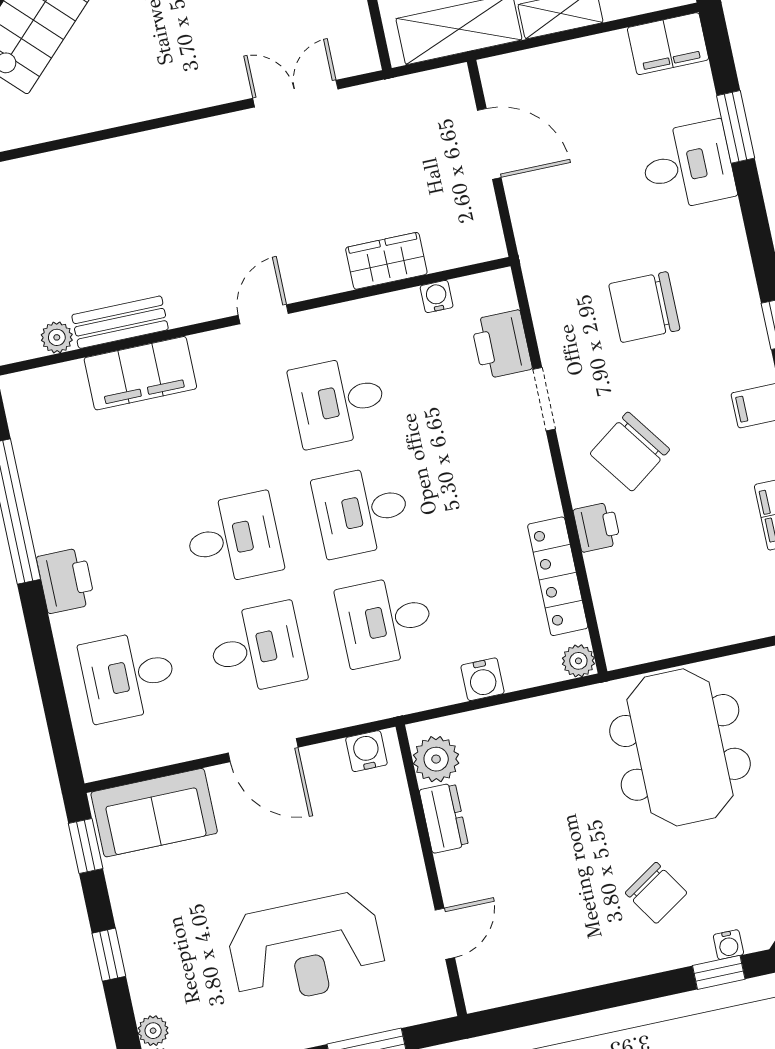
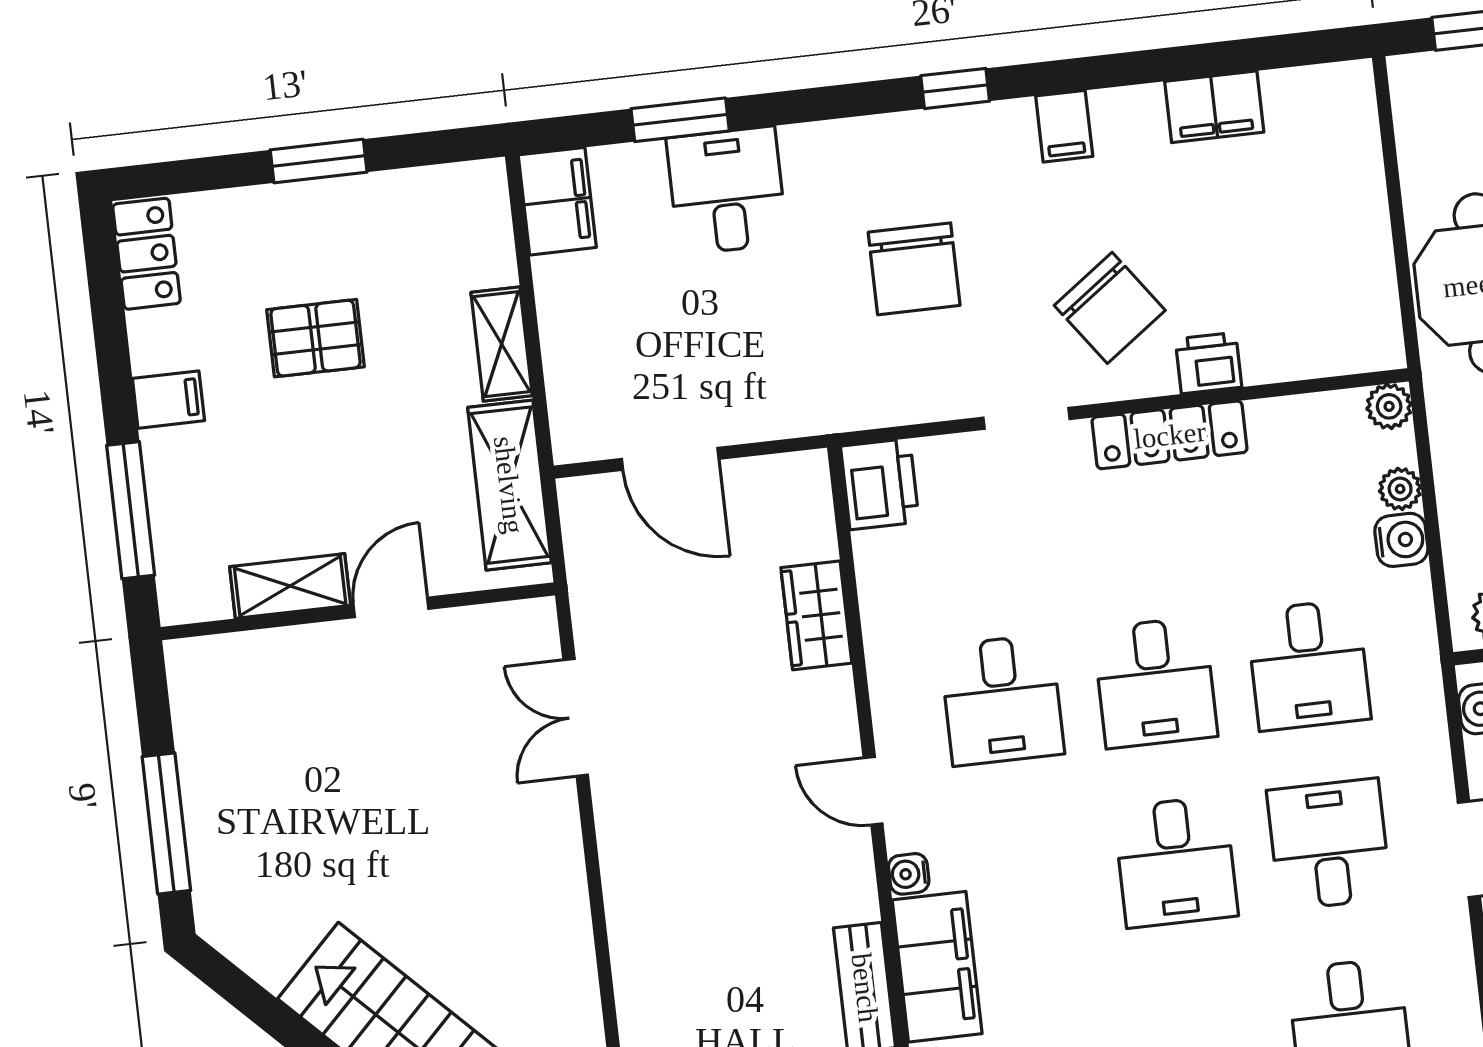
door: (489, 144) -> (670, 459), swing flipped
water cooler: (437, 297) -> (909, 874), moved
printer: (501, 344) -> (880, 484), moved, turned -90
desk: (233, 539) -> (1176, 862), turned 180
locker: (558, 576) -> (1170, 435), moved
plant: (519, 675) -> (1400, 489), added

